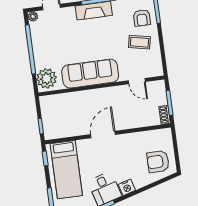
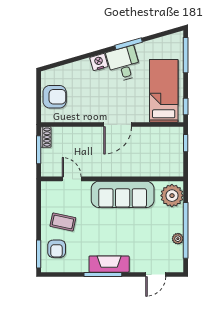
plant: (33, 16) -> (178, 239), moved
armchair: (142, 18) -> (57, 249), turned 180
armchair: (158, 162) -> (55, 97), moved

